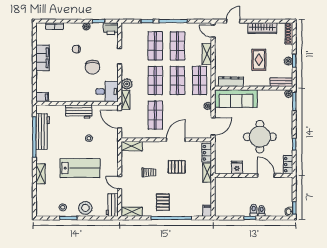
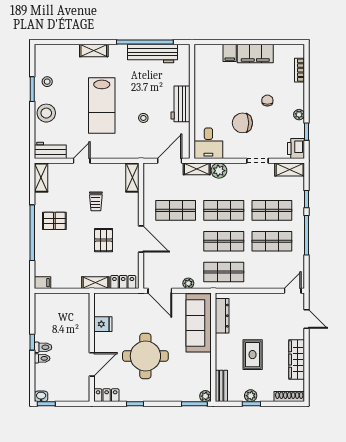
shelving: (207, 54) -> (290, 169), moved
rug: (259, 60) -> (253, 355), turned 90
filing cabinet: (42, 97) -> (230, 53), moved

